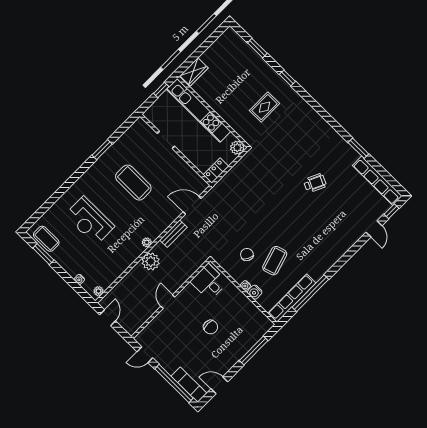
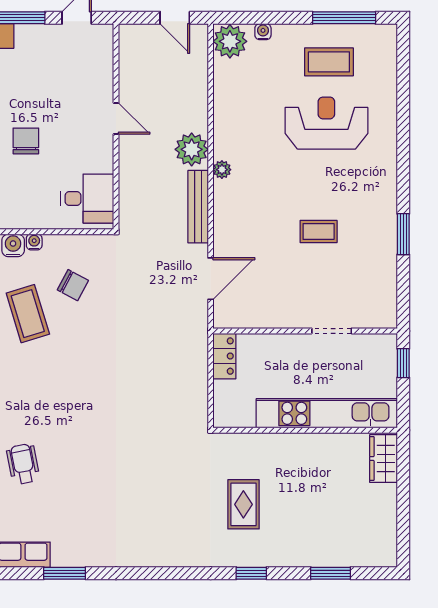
window: (161, 90) -> (403, 363), moved
plant: (237, 148) -> (226, 415), removed
coffee table: (133, 183) -> (319, 231), width x0.54, depth x0.58
wheelchair: (315, 183) -> (23, 464), moved, turned 144
bench: (173, 234) -> (198, 207), width x1.36
coffee table: (46, 239) -> (329, 62), moved
window: (43, 254) -> (344, 18), width x1.44
plant: (99, 291) -> (230, 41), width x1.87, depth x1.87
chair: (211, 327) -> (26, 141), turned 90

